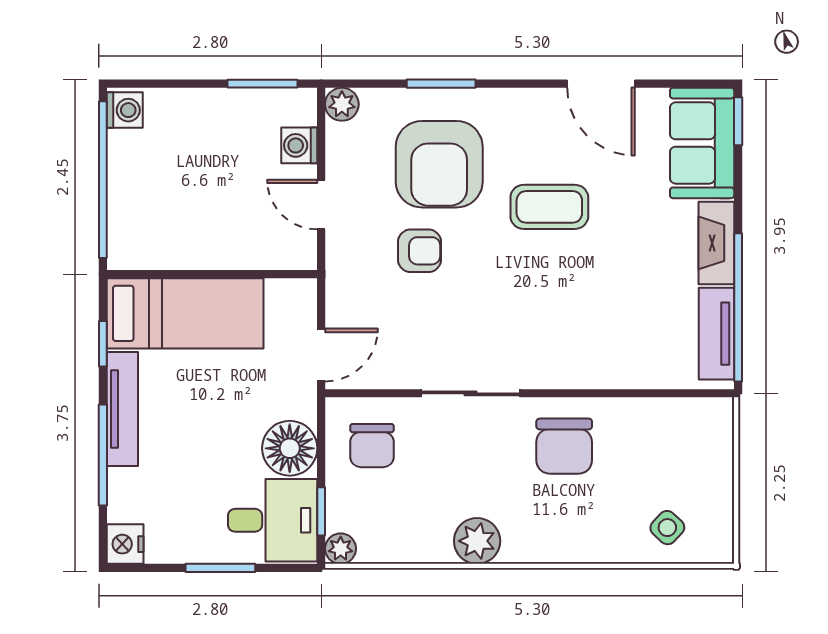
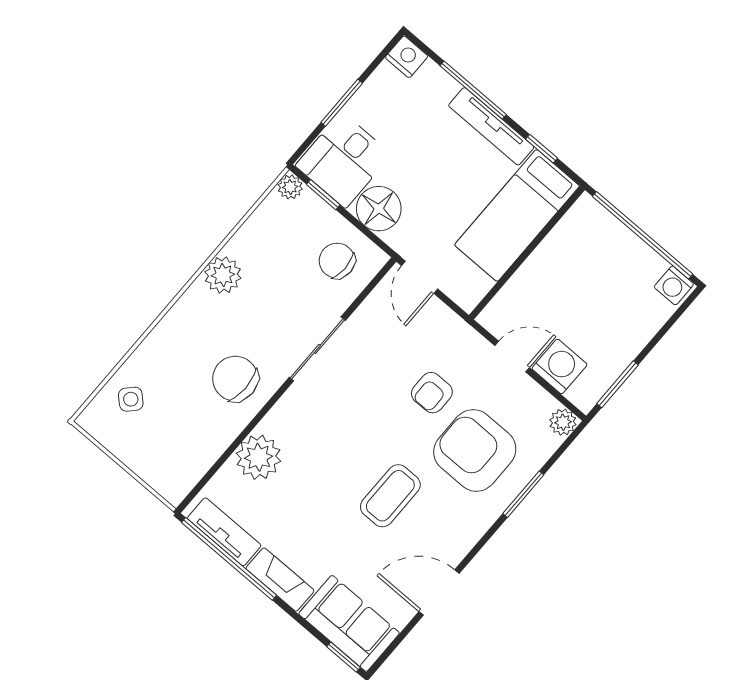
washing machine: (299, 145) -> (559, 366), width x1.38, depth x1.38
plant: (619, 361) -> (258, 457), added

